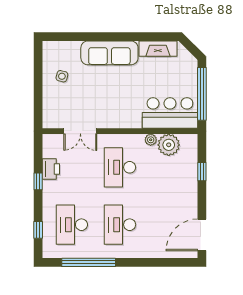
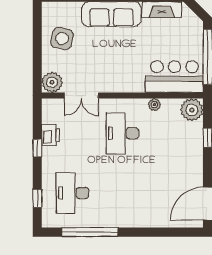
side table: (62, 76) -> (62, 38), width x1.87, depth x1.87
plant: (52, 118) -> (52, 82), added
plant: (169, 145) -> (192, 110), moved
desk: (120, 225) -> (122, 193), removed

